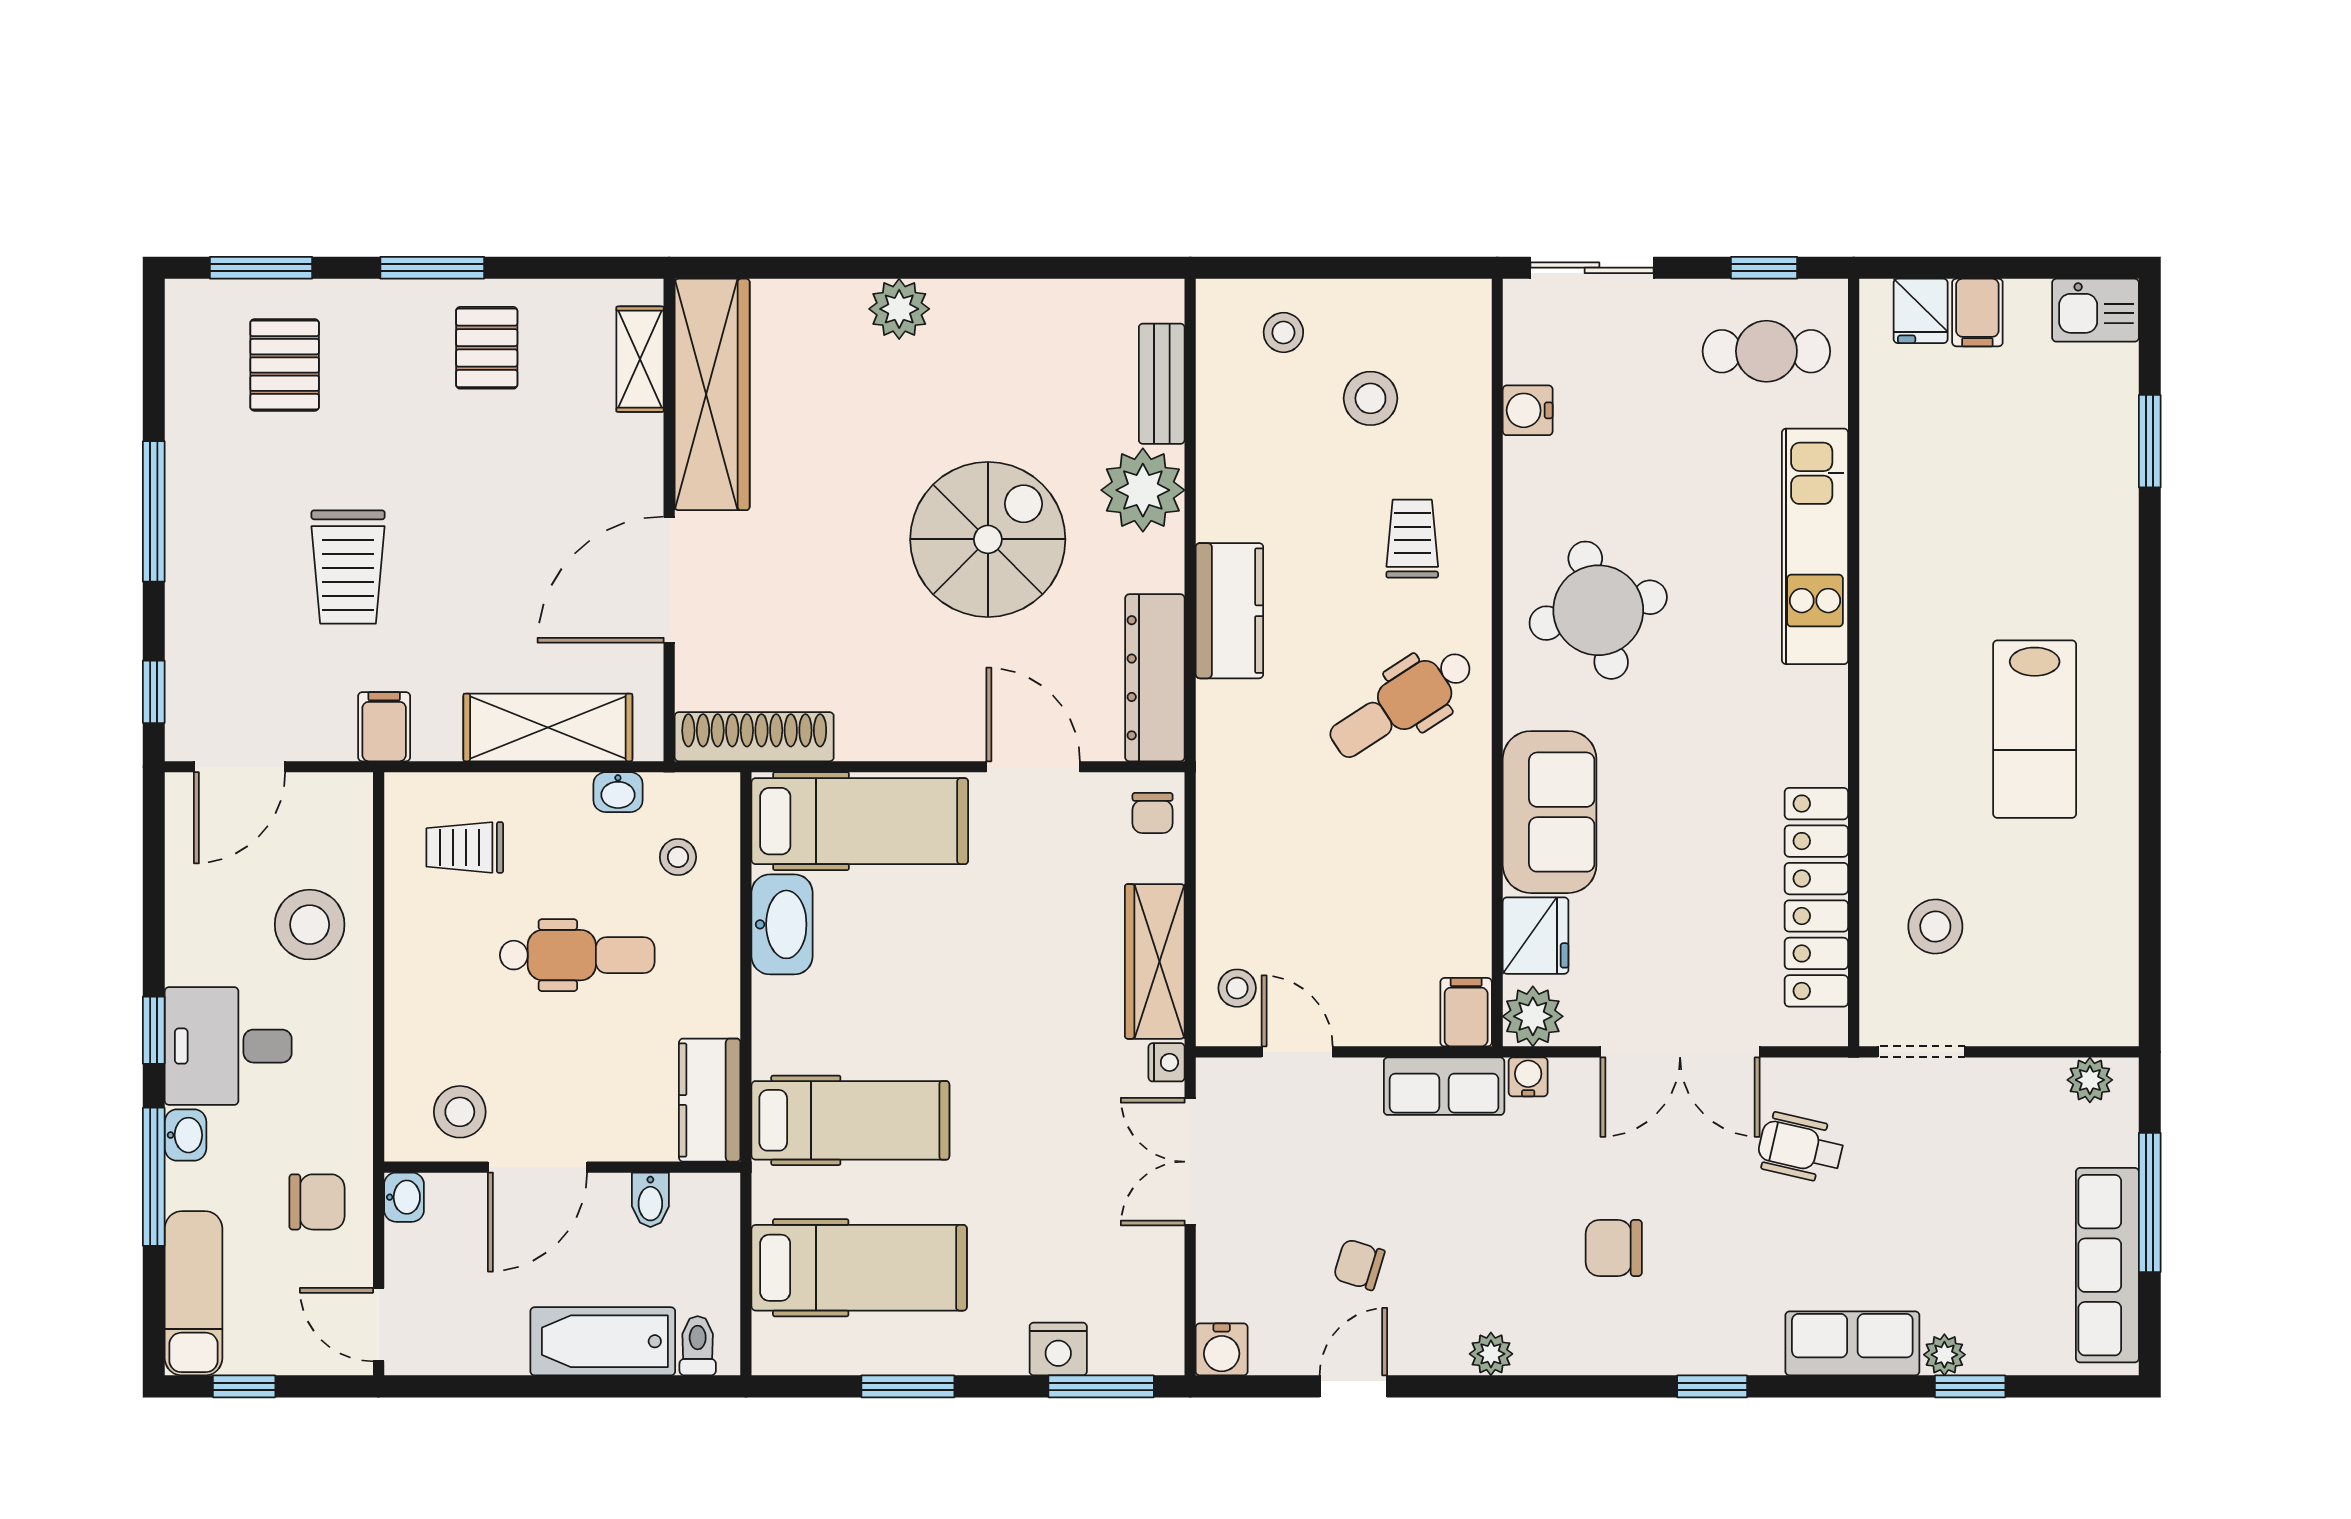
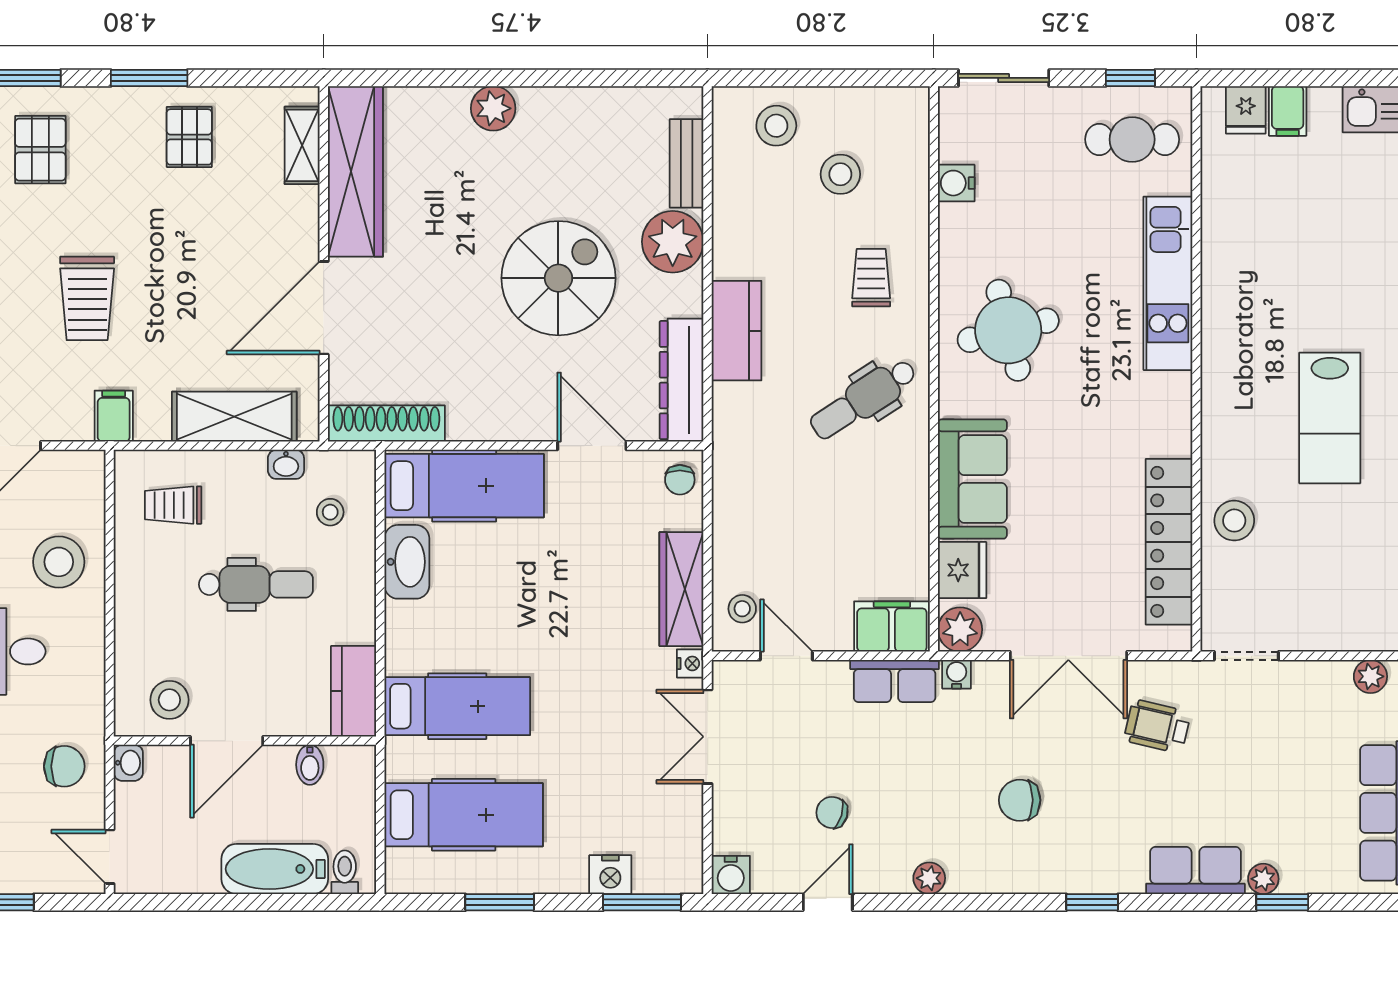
stool: (1283, 332) -> (776, 126), width x1.37, depth x1.37
stool: (1935, 926) -> (1234, 521), moved
filing cabinet: (1466, 1012) -> (892, 626), width x2.00

